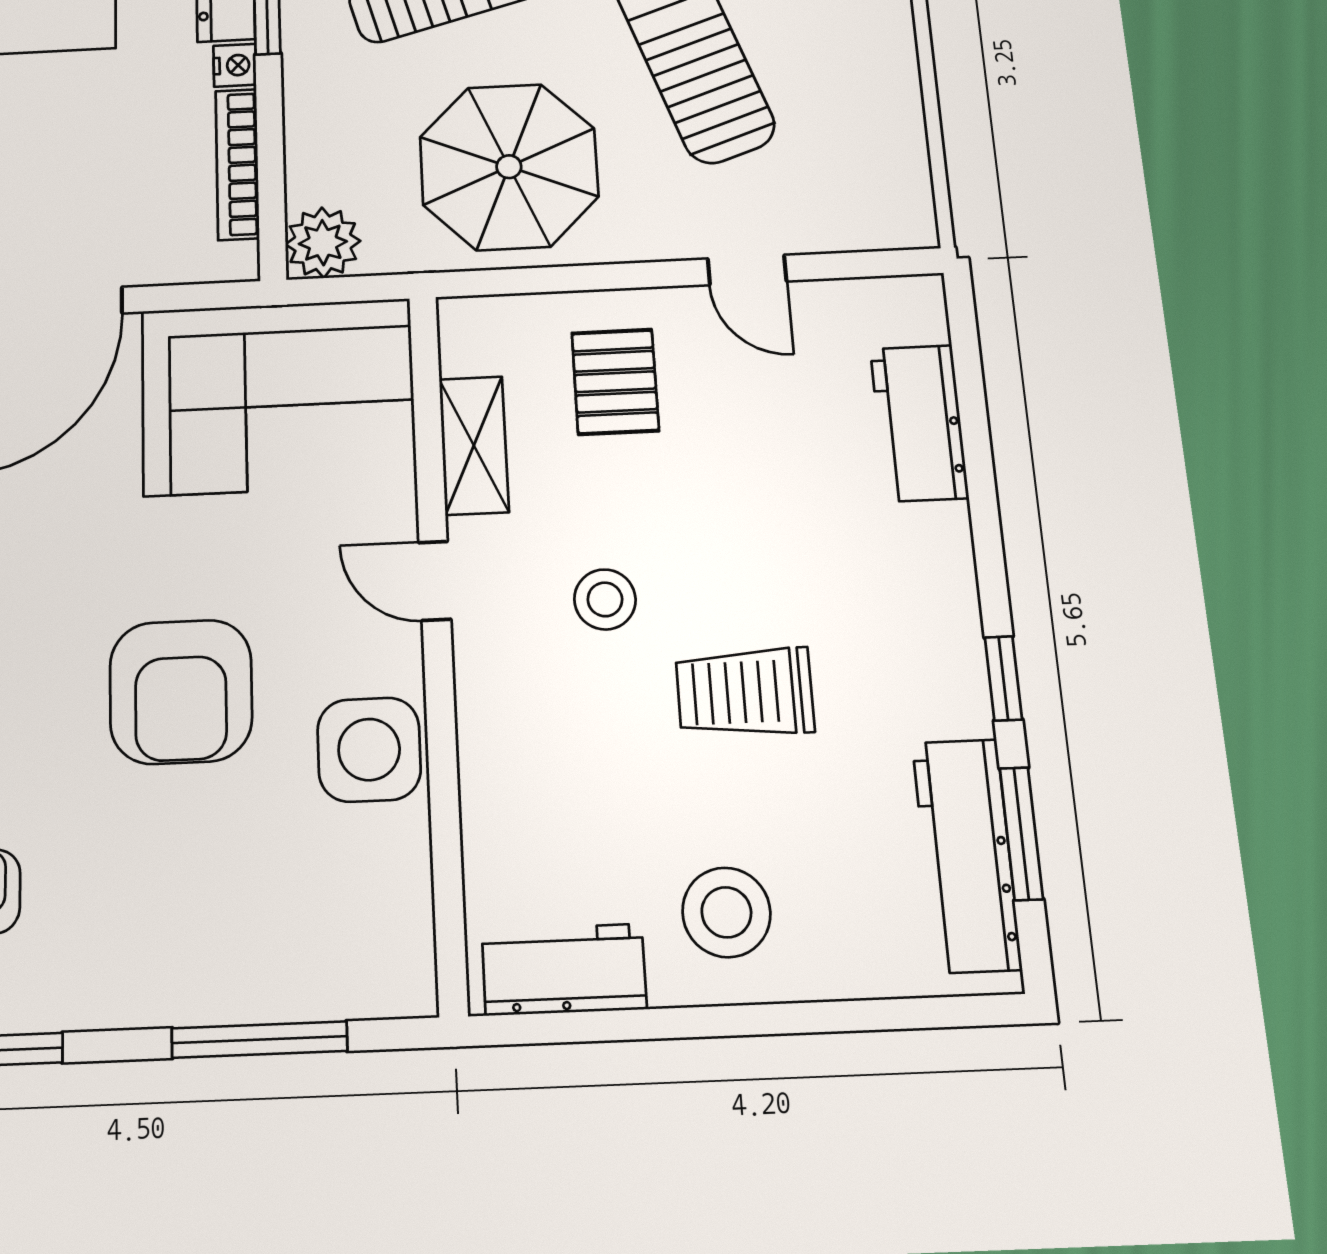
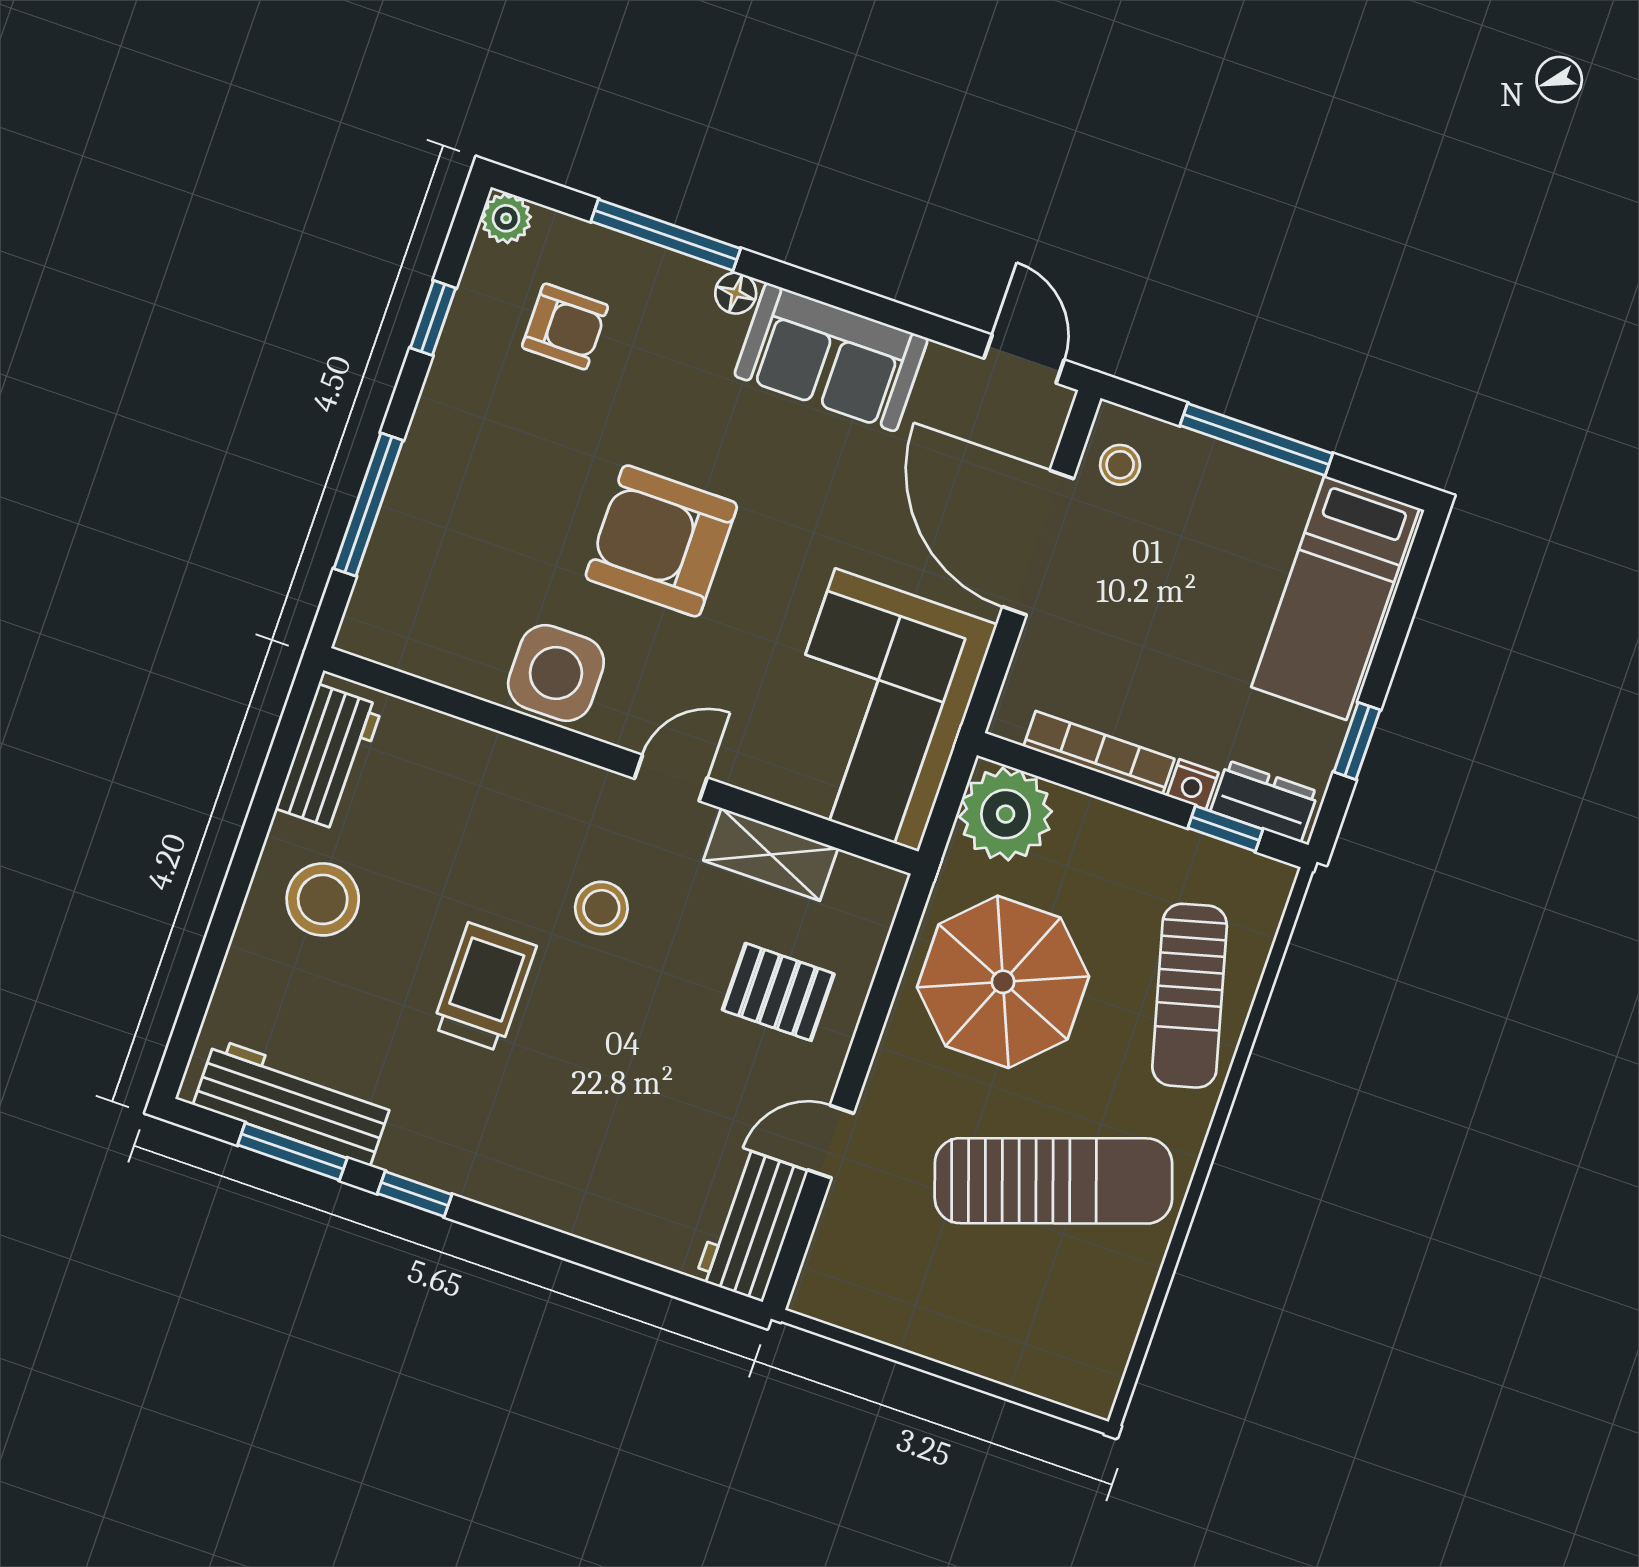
plant: (323, 243) -> (1006, 814), width x1.36, depth x1.36
workbench: (919, 423) -> (752, 1225), moved, turned -90

